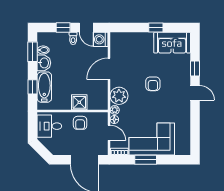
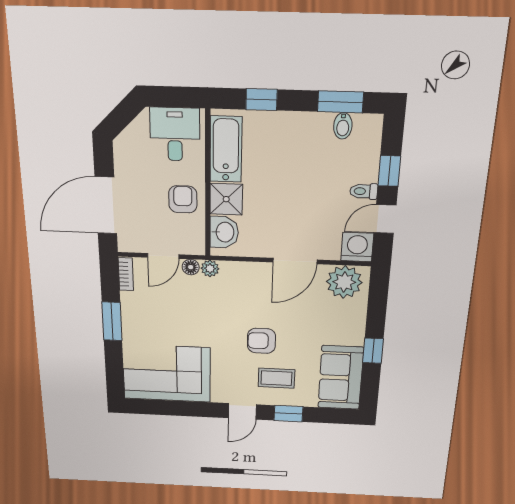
washbasin: (44, 63) -> (224, 232), moved, turned -90
door: (109, 69) -> (295, 261), swing flipped
coffee table: (174, 76) -> (276, 378), added
bathtub: (44, 87) -> (226, 149), moved, turned -90
plant: (119, 96) -> (344, 282), moved
armchair: (80, 123) -> (183, 199), turned 90
corner sofa: (152, 139) -> (167, 373), moved, turned -90

